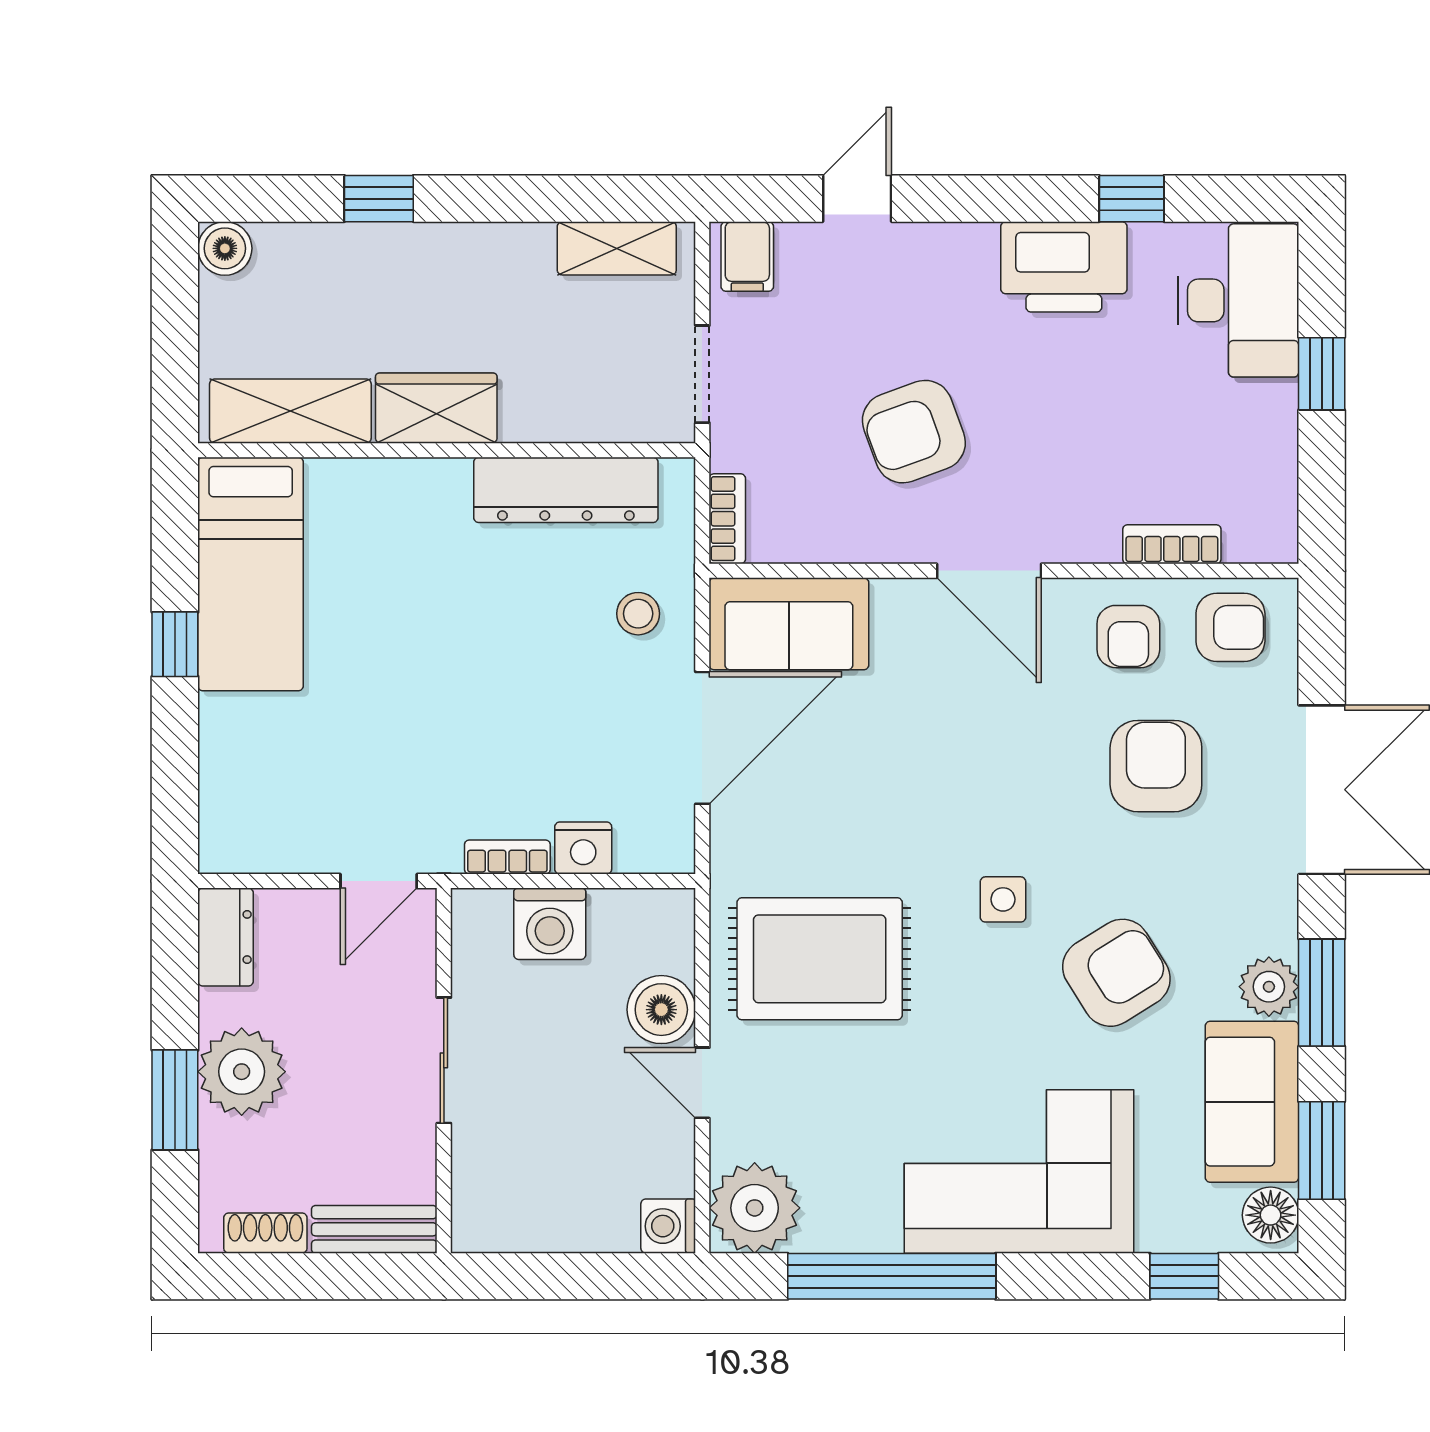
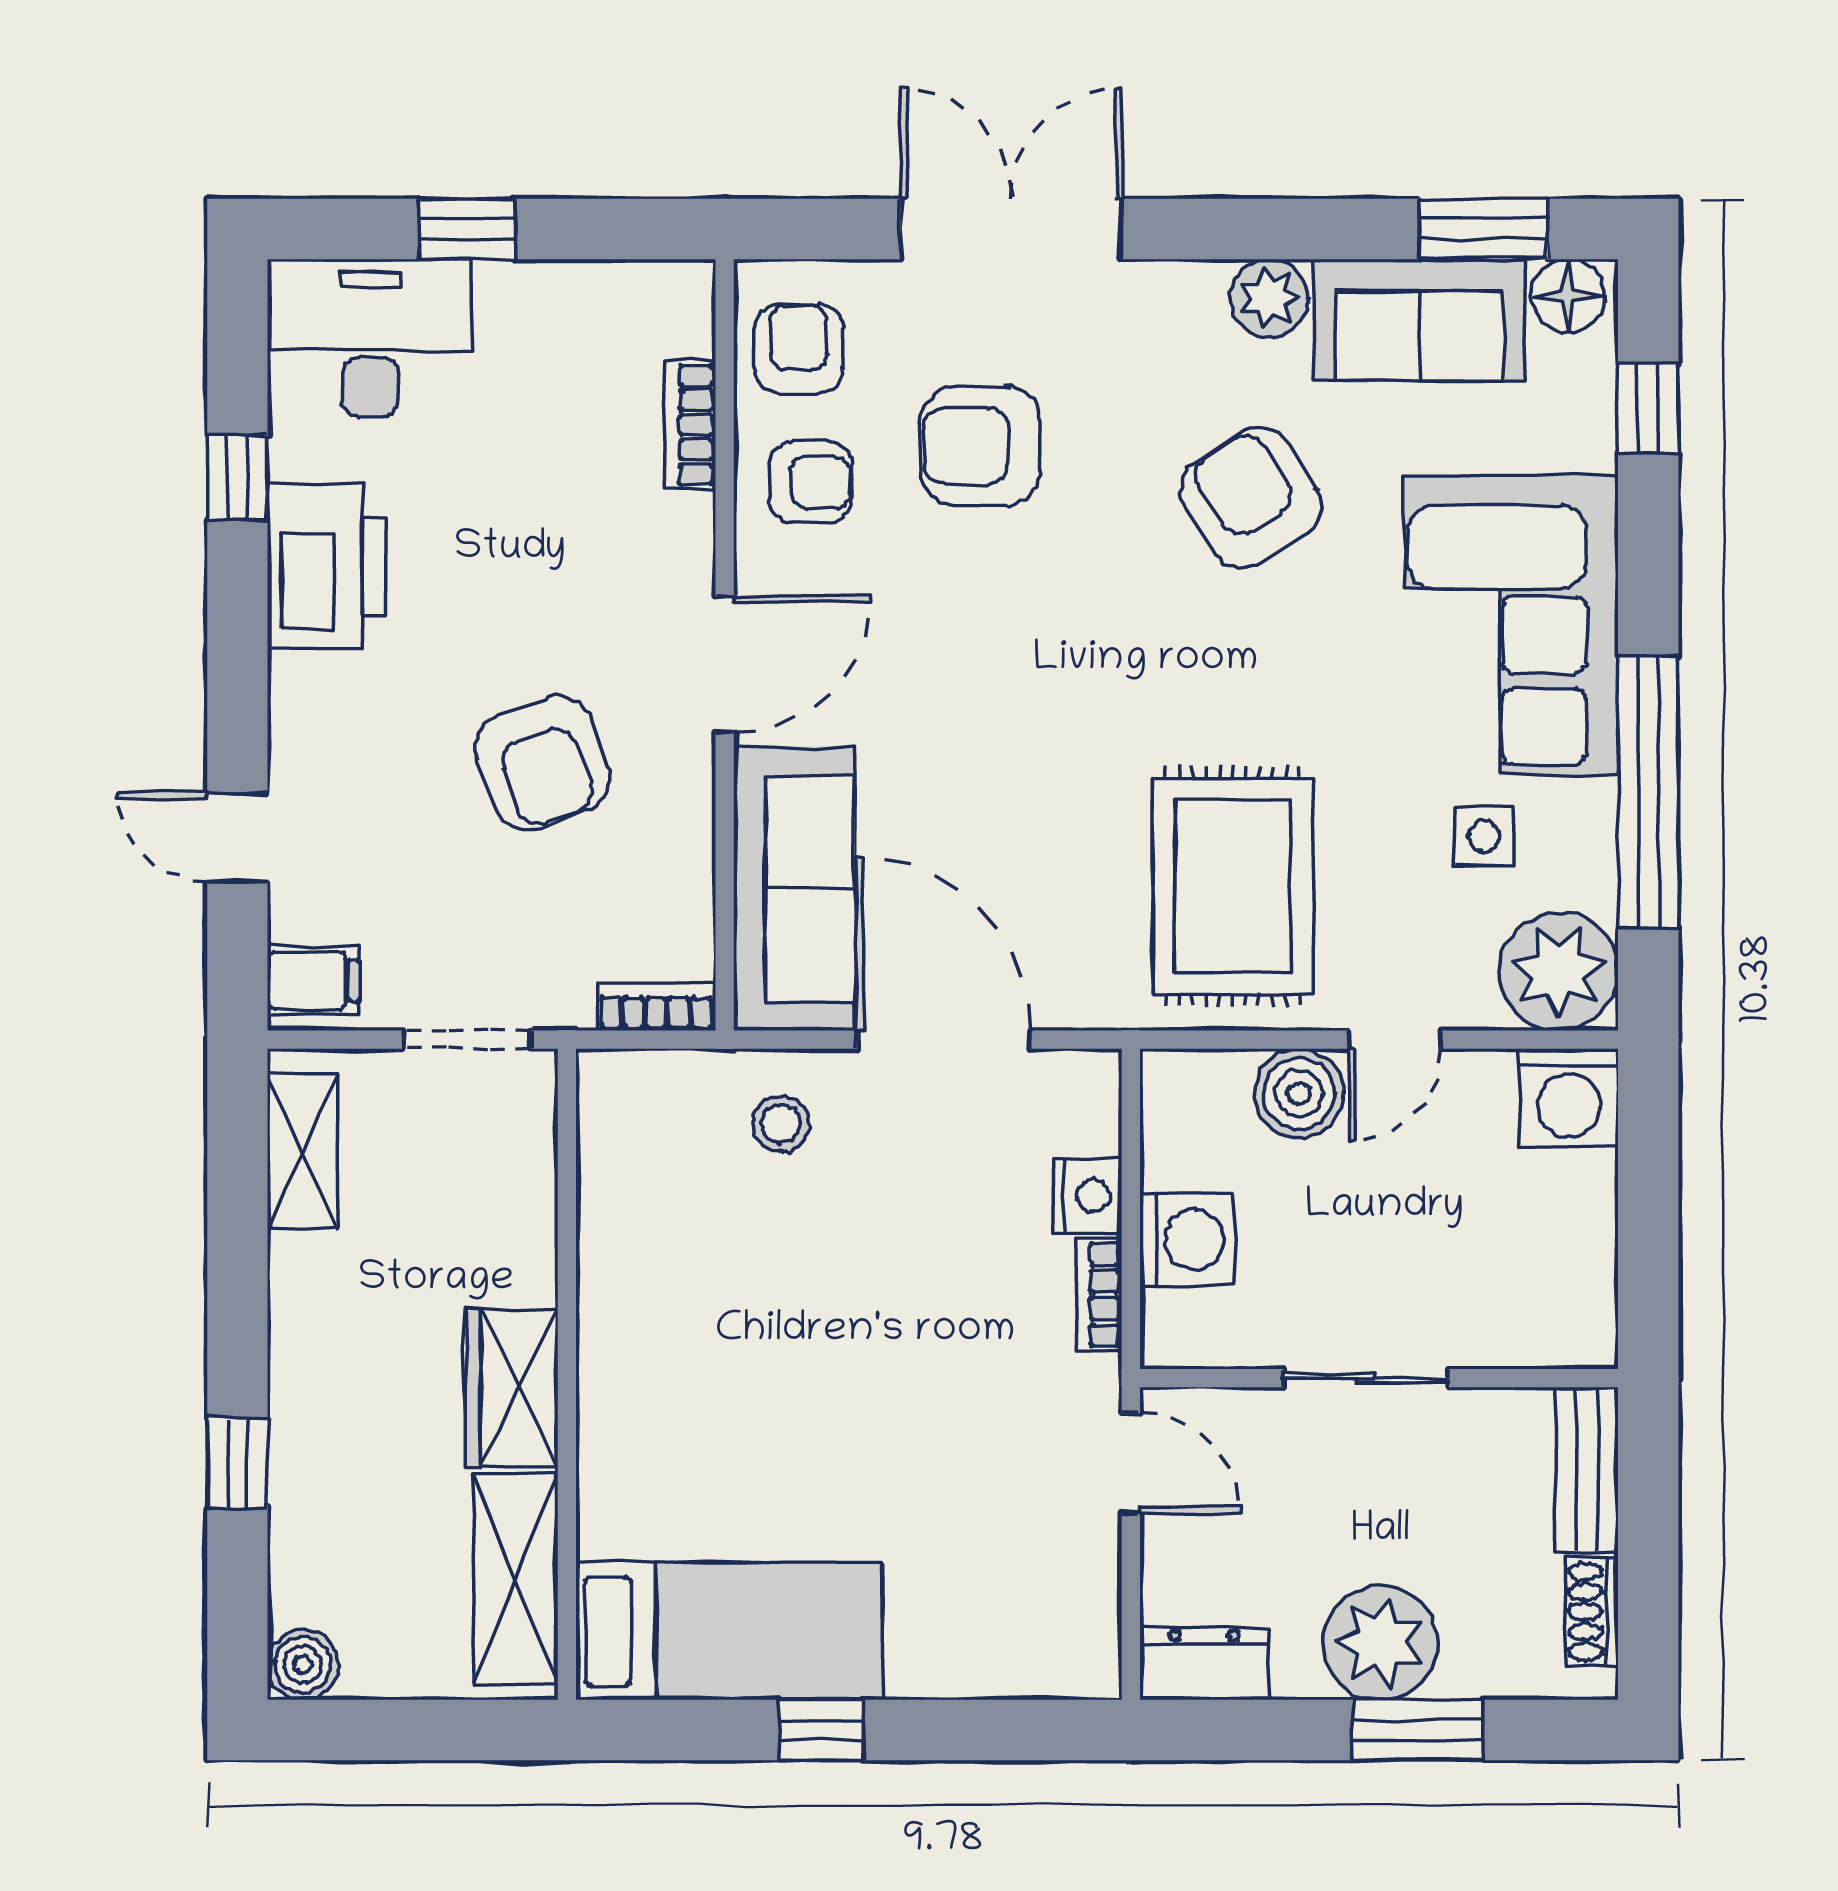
dresser: (566, 490) -> (619, 1218), removed
sofa: (789, 624) -> (794, 889), width x1.36
side table: (1003, 899) -> (1484, 836), moved
window: (1322, 993) -> (1277, 229), removed
washing machine: (668, 1226) -> (1569, 1098), width x1.38, depth x1.38

